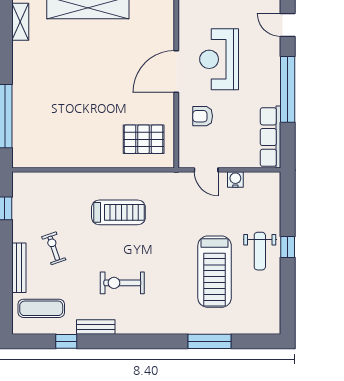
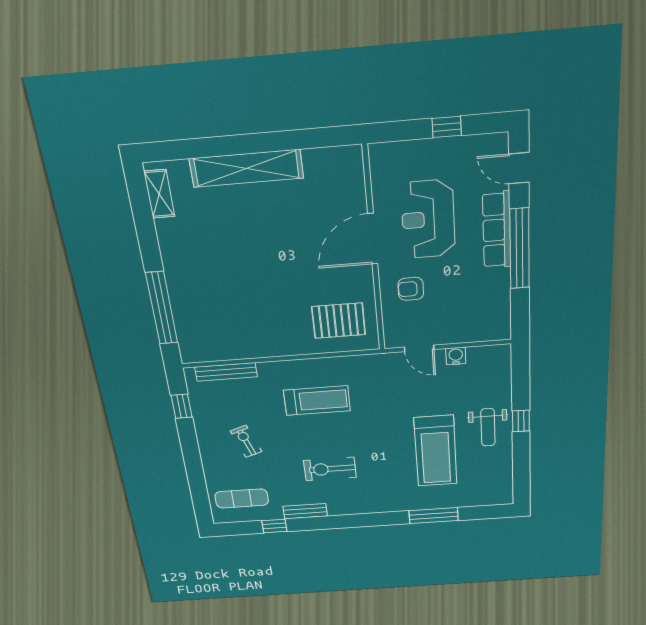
row of seats: (271, 137) -> (497, 230), moved
bench: (19, 268) -> (226, 372), moved, turned 90

